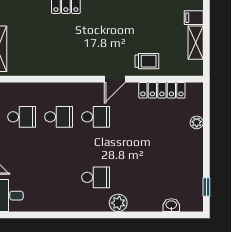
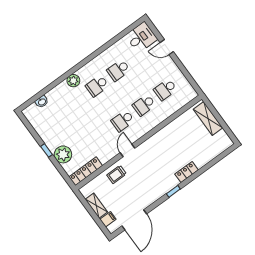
locker: (162, 90) -> (86, 171), moved
plant: (197, 122) -> (63, 154), width x1.87, depth x1.87
school desk: (59, 177) -> (118, 70), added
window: (206, 187) -> (46, 150), moved

